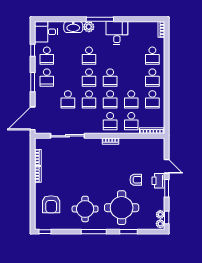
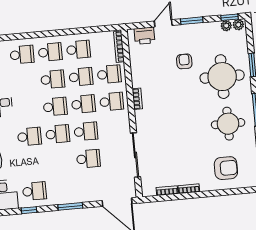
school desk: (47, 78) -> (53, 79), moved
printer: (158, 181) -> (144, 36), moved

